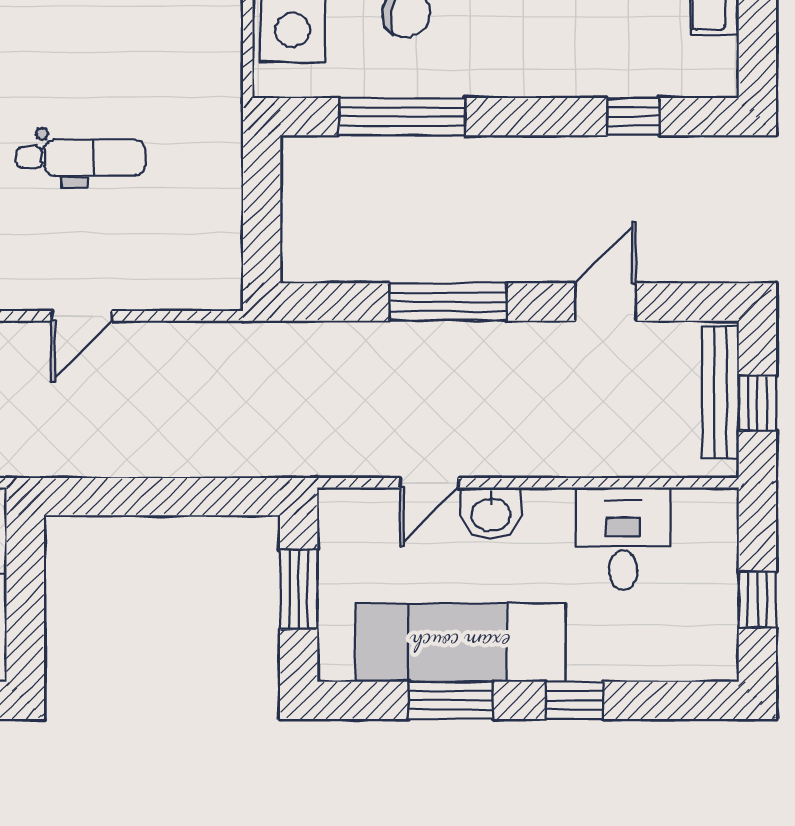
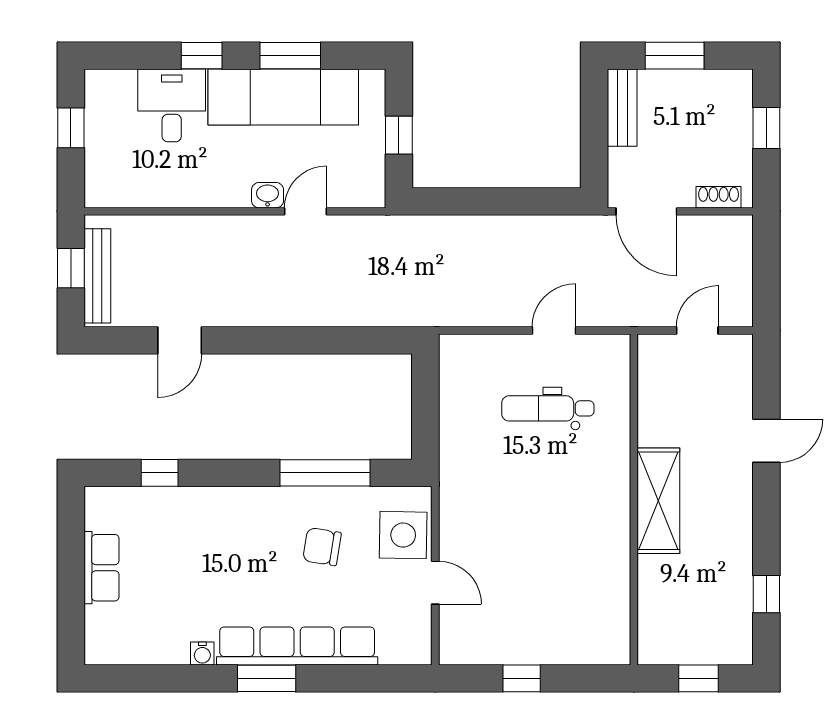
dental chair: (81, 158) -> (548, 408), moved
window: (448, 302) -> (292, 340), removed
washbasin: (491, 513) -> (268, 195), width x0.72, depth x0.69
desk: (623, 538) -> (172, 105), moved, turned 180
window: (299, 589) -> (399, 135), width x0.67

